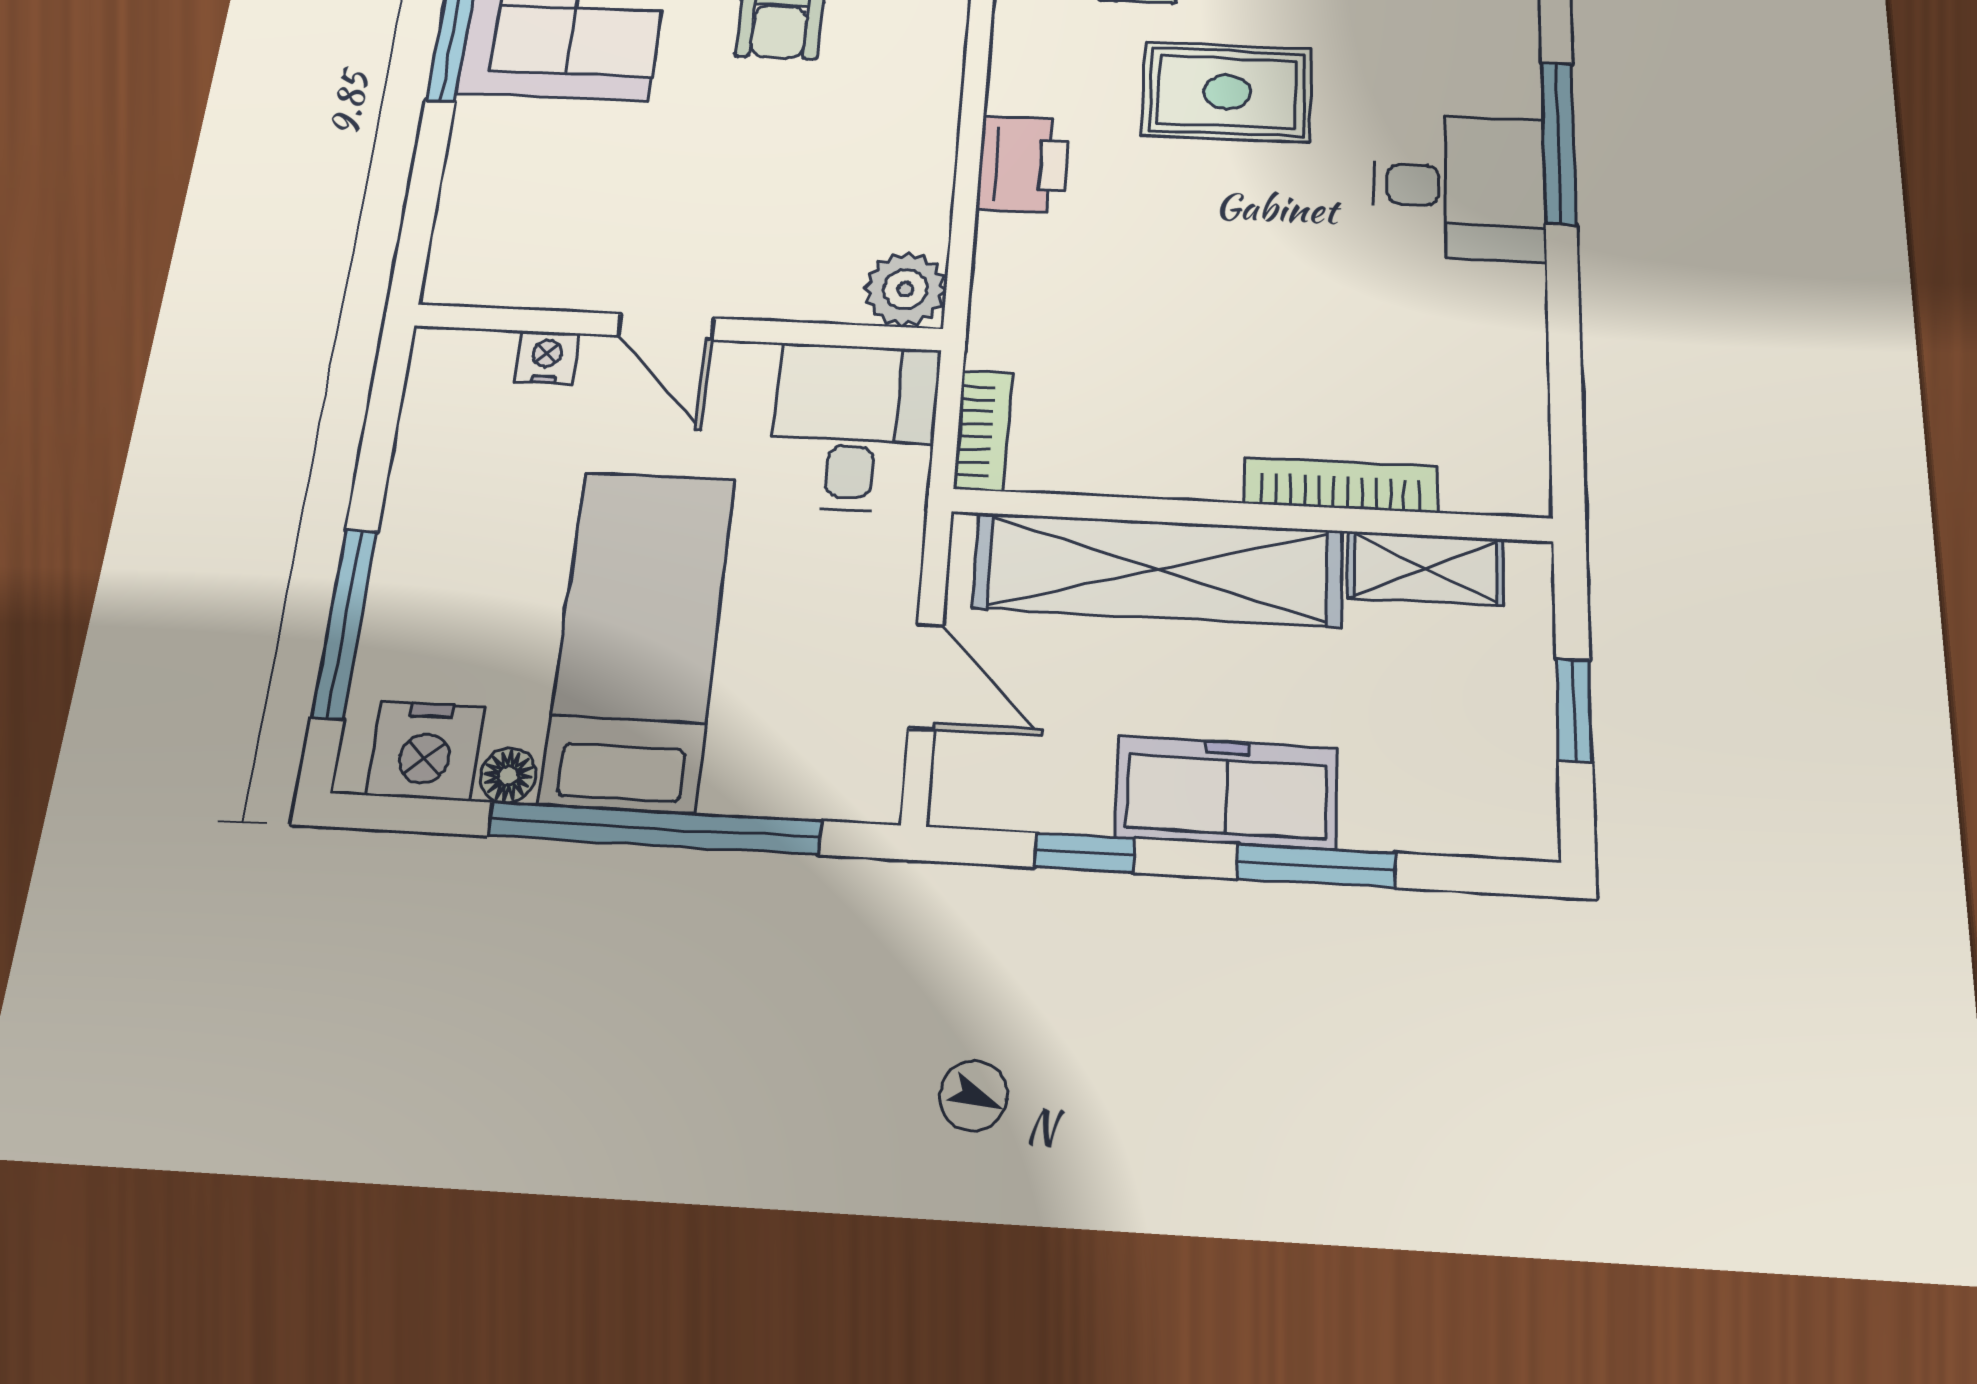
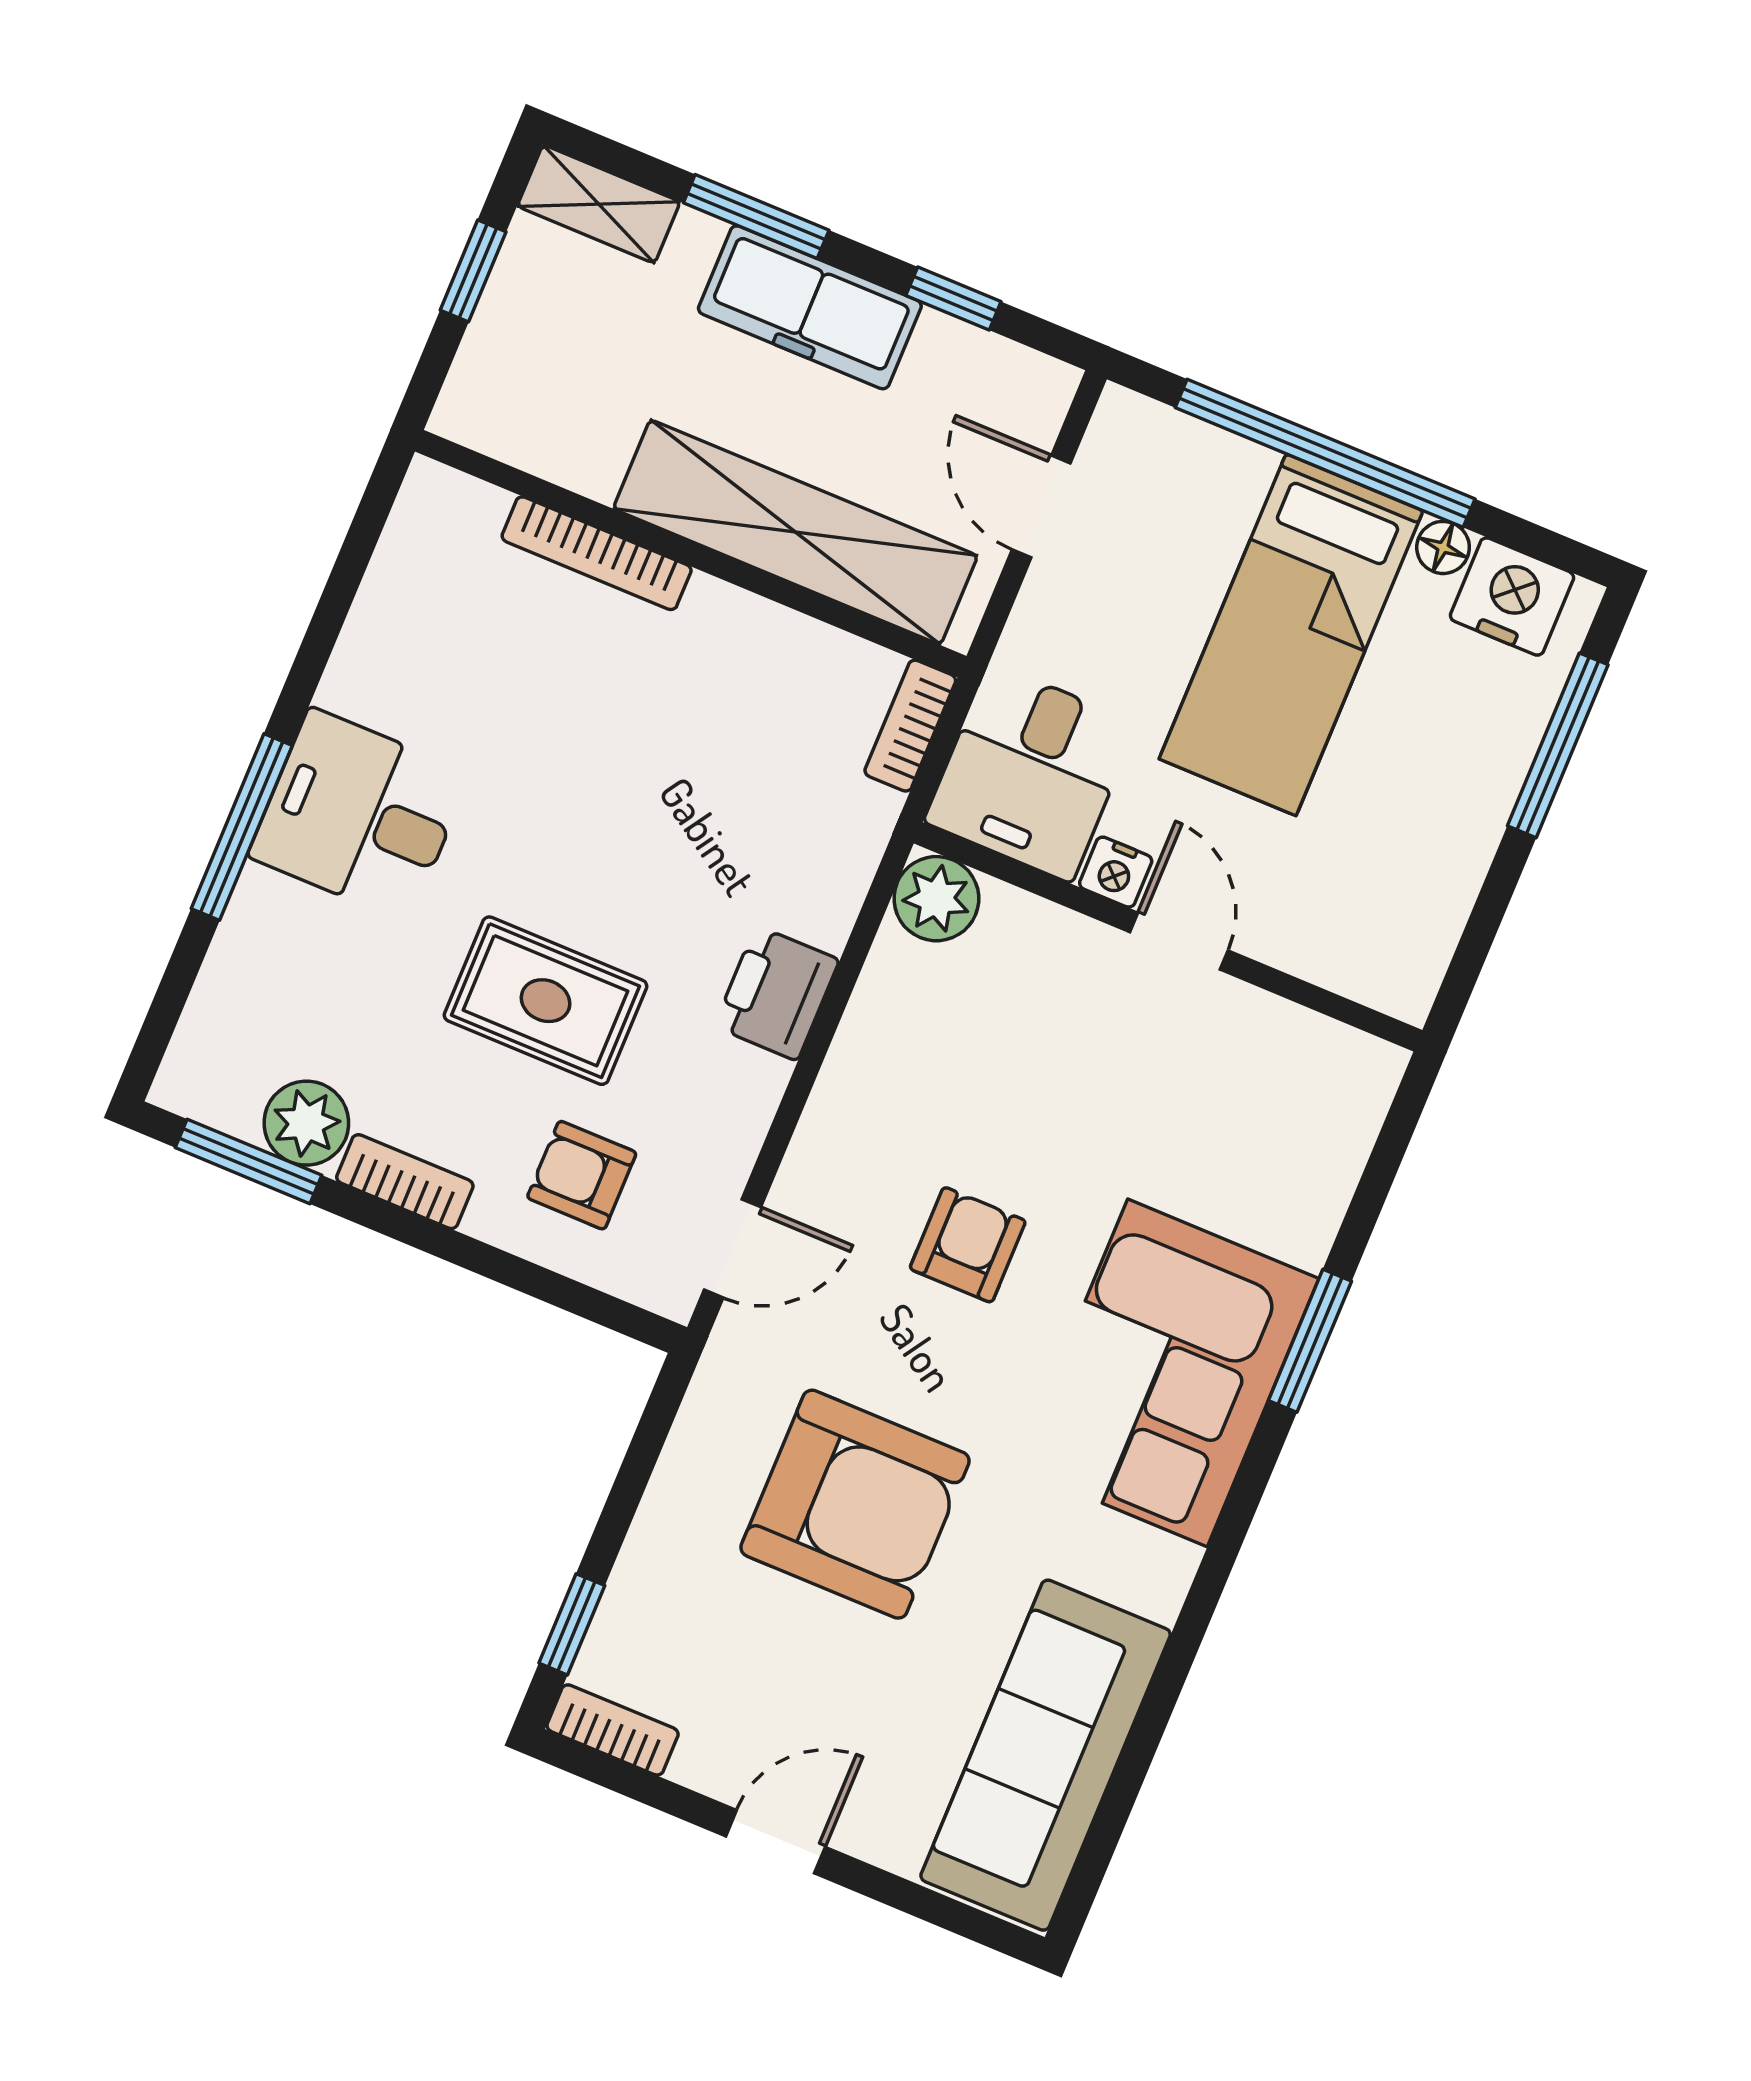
nightstand: (547, 357) -> (1116, 872), moved
shelving: (1426, 568) -> (599, 204), moved

